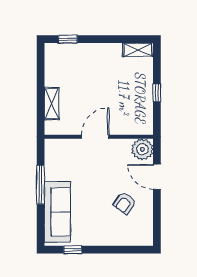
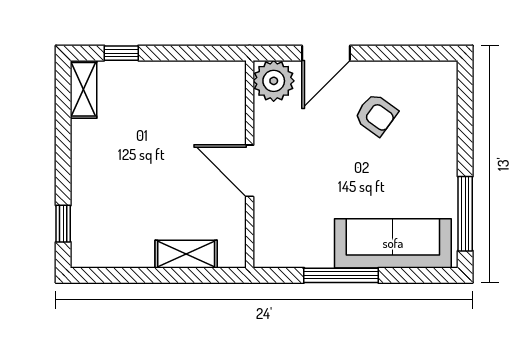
window: (157, 93) -> (121, 53), moved
window: (73, 250) -> (465, 214), width x2.17

